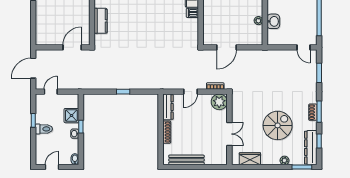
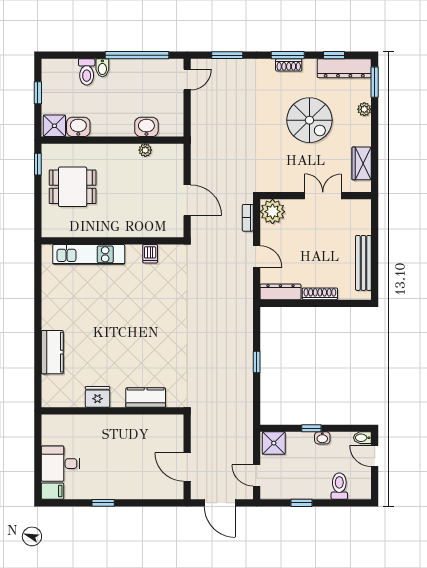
dishwasher: (192, 13) -> (150, 254), moved
door: (72, 47) -> (187, 467), moved
shower: (71, 116) -> (274, 443), moved
spiral stairs: (278, 125) -> (309, 120), turned 180
toilet: (44, 129) -> (339, 486), moved
door: (52, 167) -> (375, 456), moved

